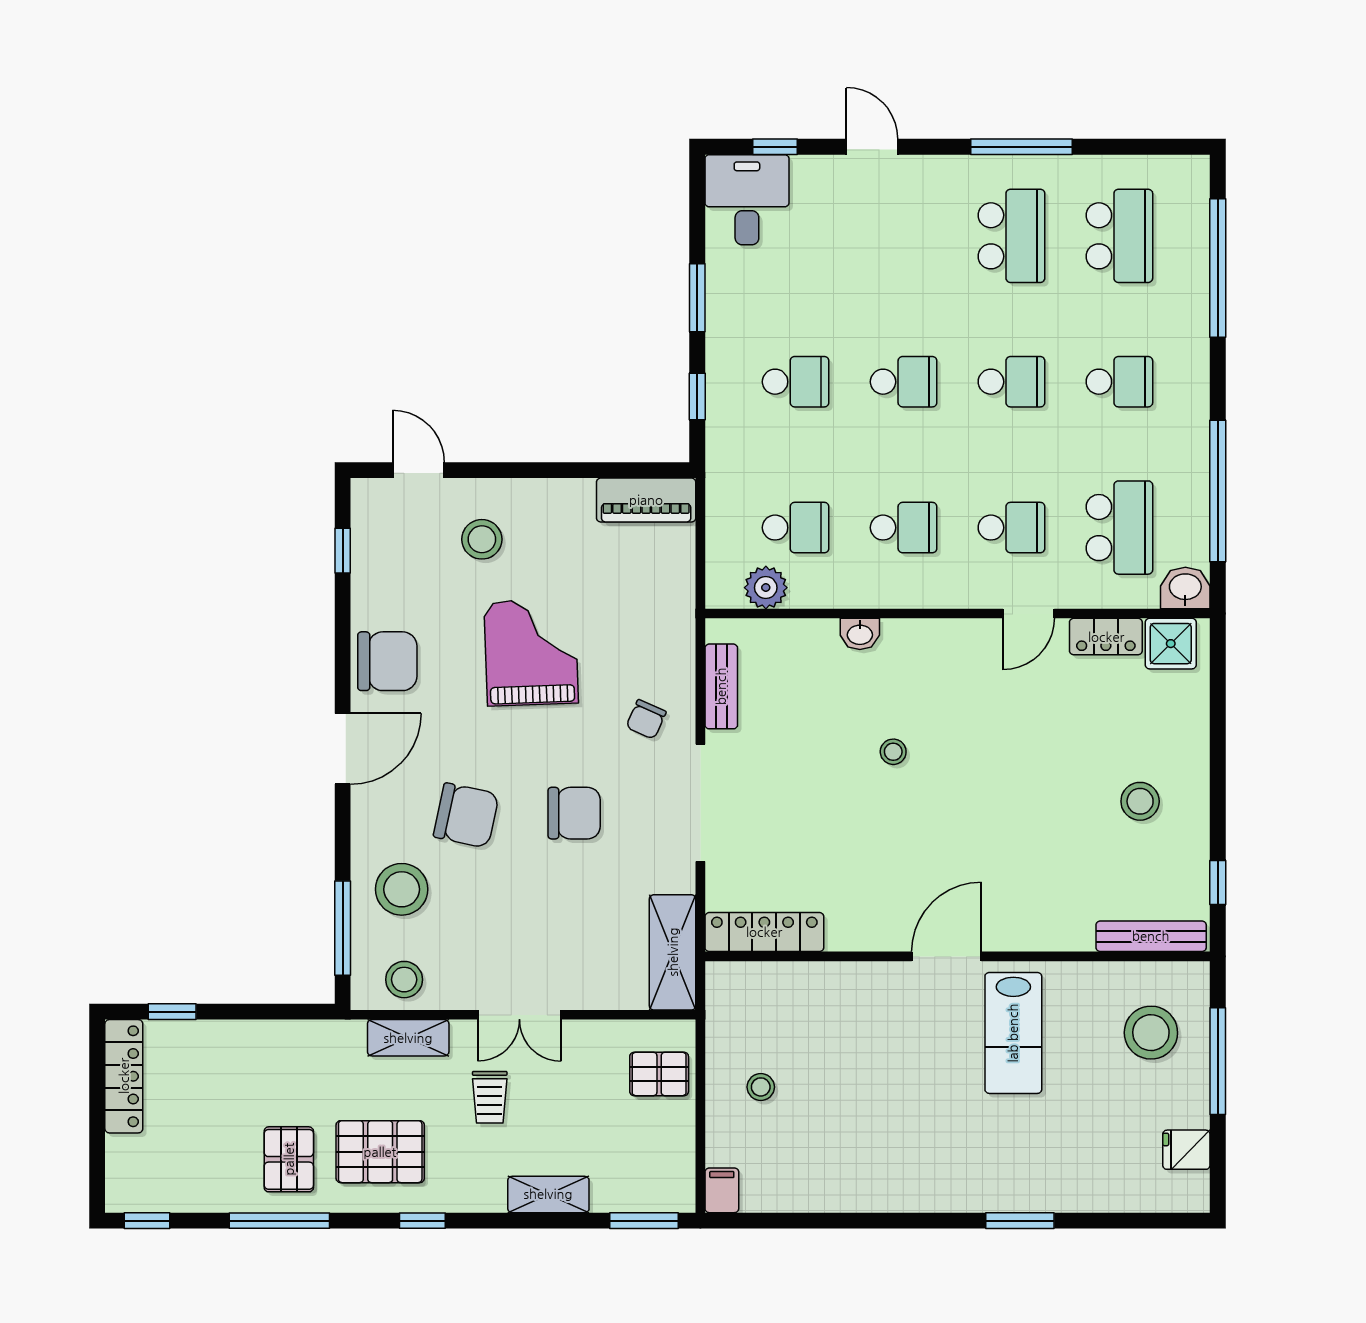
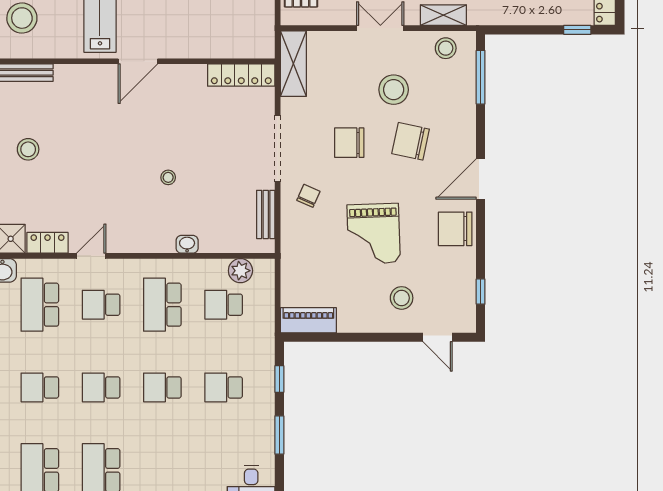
school desk: (904, 528) -> (162, 305), width x1.85
stool: (402, 889) -> (394, 90), moved

